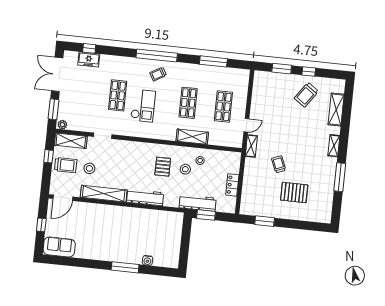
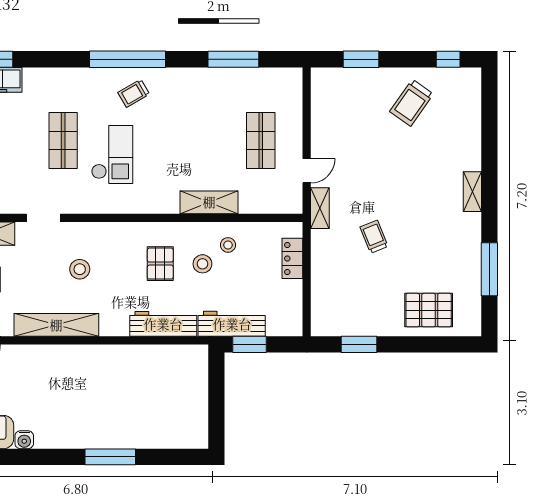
window: (309, 71) -> (448, 59), moved
shop shelf: (188, 103) -> (195, 141), removed
shelving: (336, 110) -> (469, 124), removed
stool: (89, 168) -> (80, 269), moved
window: (340, 177) -> (489, 269), moved
locker: (232, 185) -> (292, 258), moved
pallet: (294, 192) -> (429, 310), moved
workbench: (145, 197) -> (163, 324), moved
water cooler: (147, 260) -> (24, 440), moved

